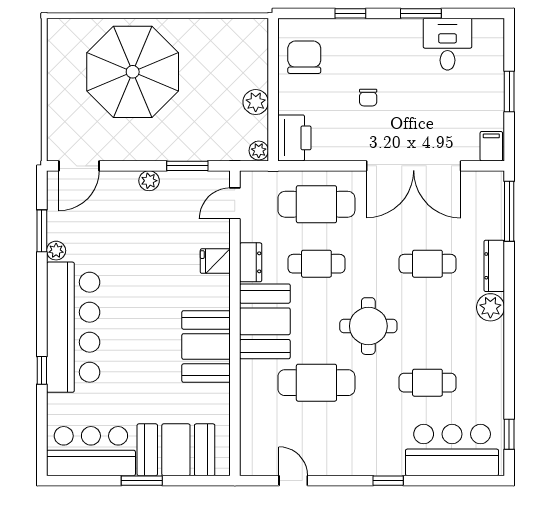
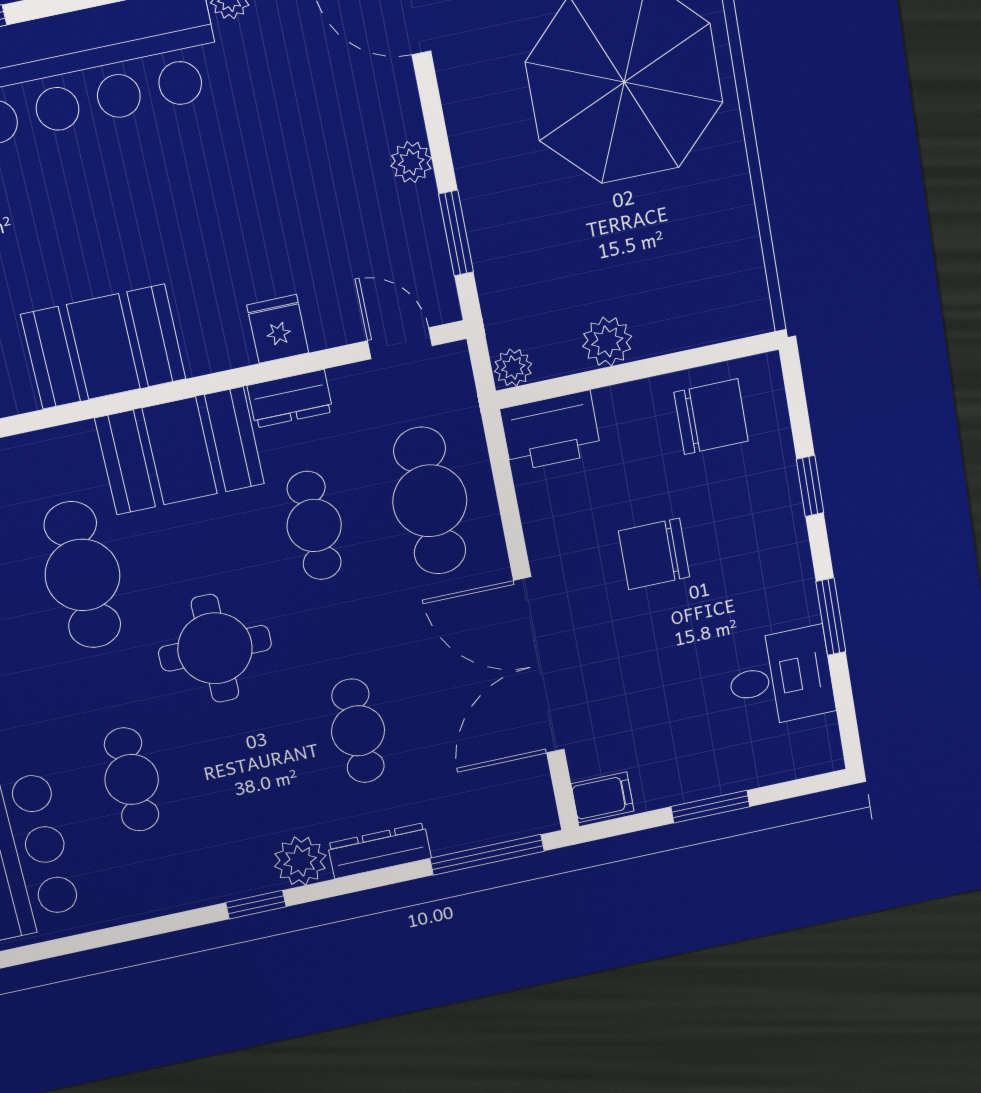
chair: (368, 98) -> (654, 554), width x1.87, depth x1.87
window: (509, 434) -> (256, 905), moved

